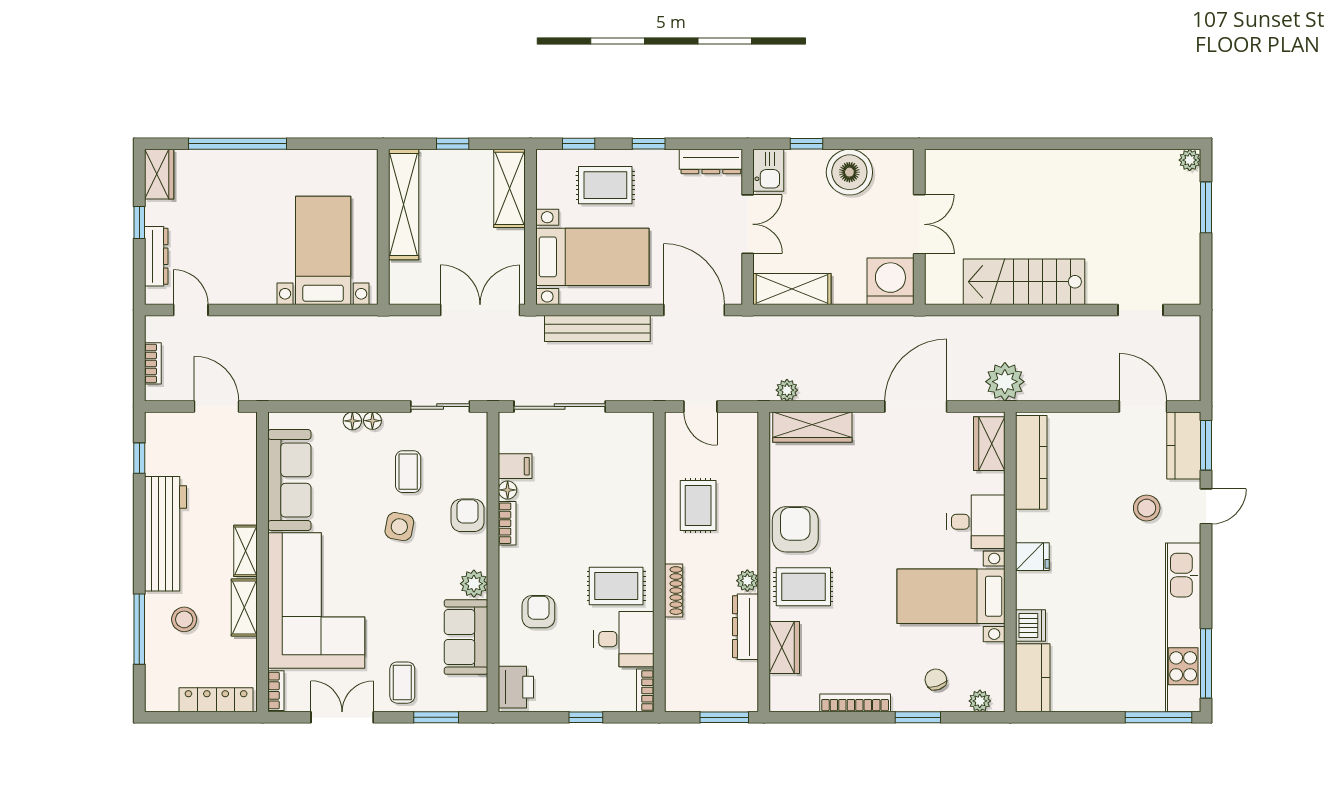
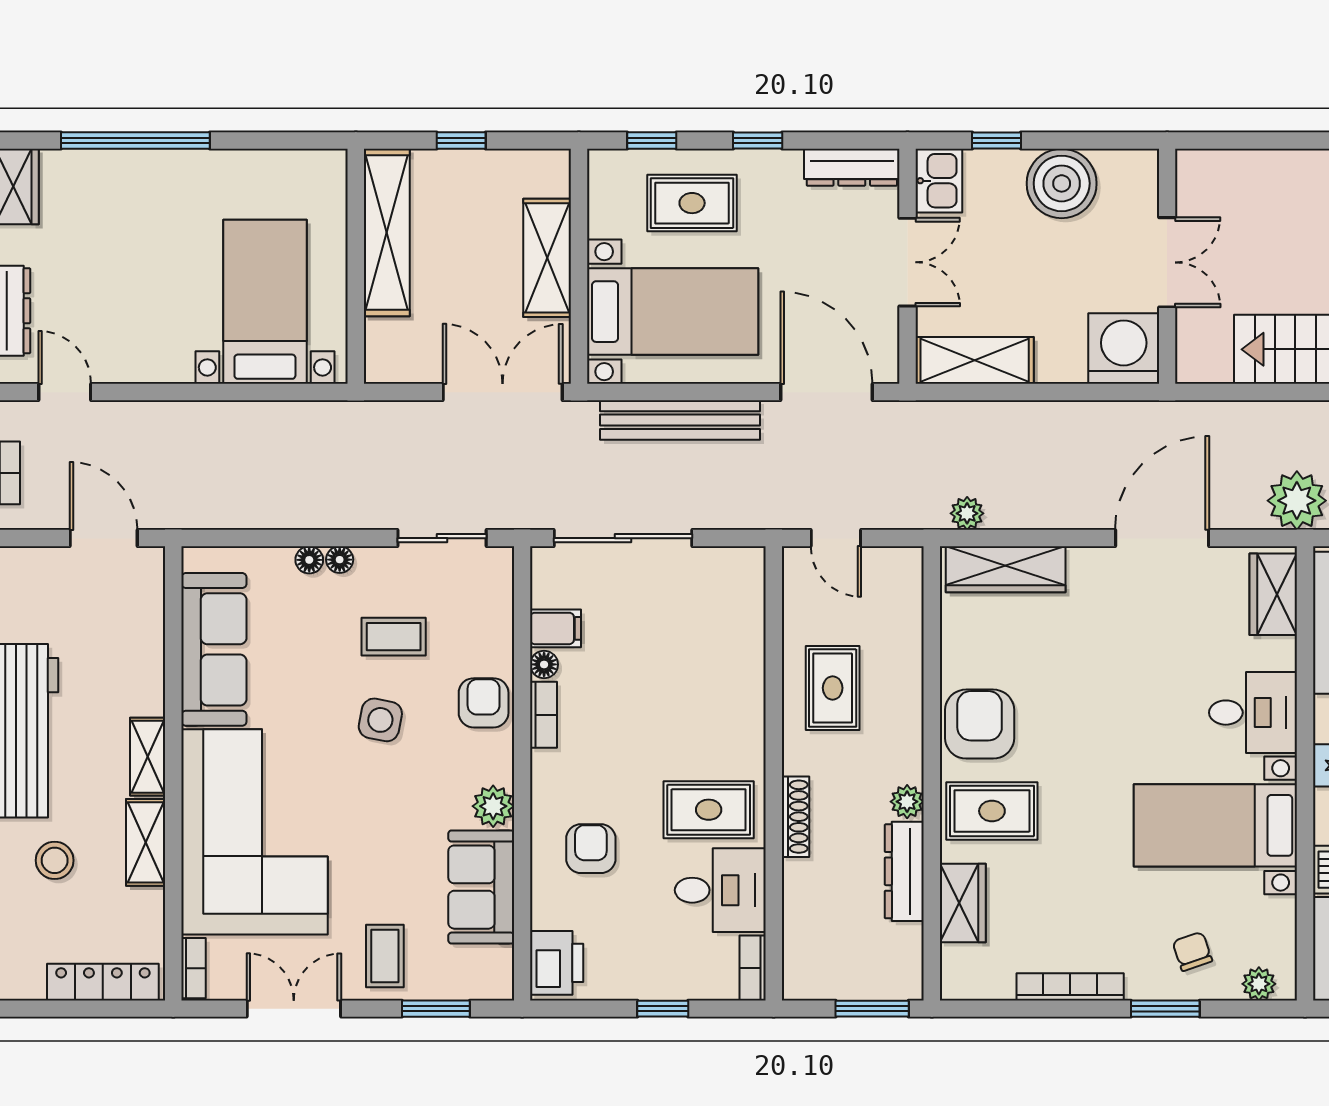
shelving: (510, 188) -> (547, 258), moved
coffee table: (408, 472) -> (394, 637), turned 90

